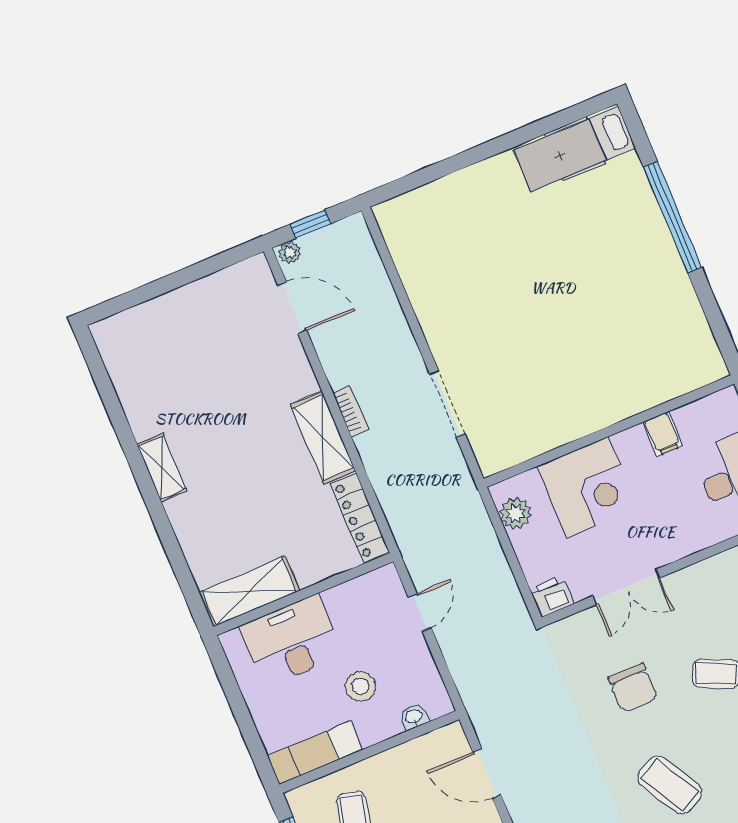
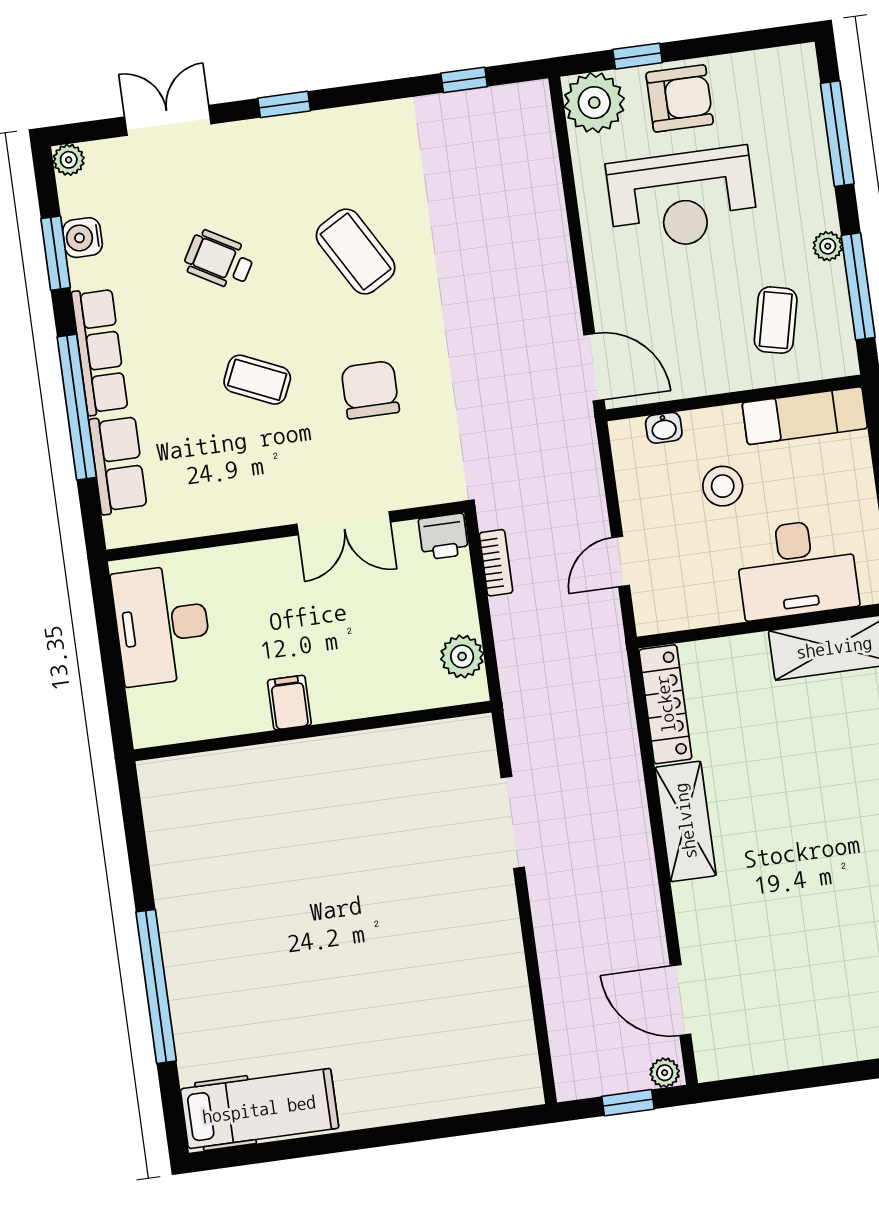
bookcase: (351, 411) -> (496, 563), moved, turned 180
filing cabinet: (663, 434) -> (289, 703), moved
corner desk: (588, 487) -> (359, 666), removed
double door: (626, 587) -> (344, 523), swing flipped
door: (487, 773) -> (594, 367), moved

